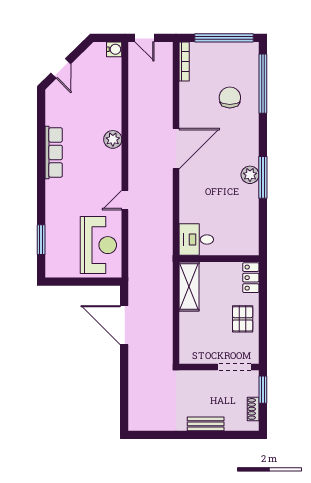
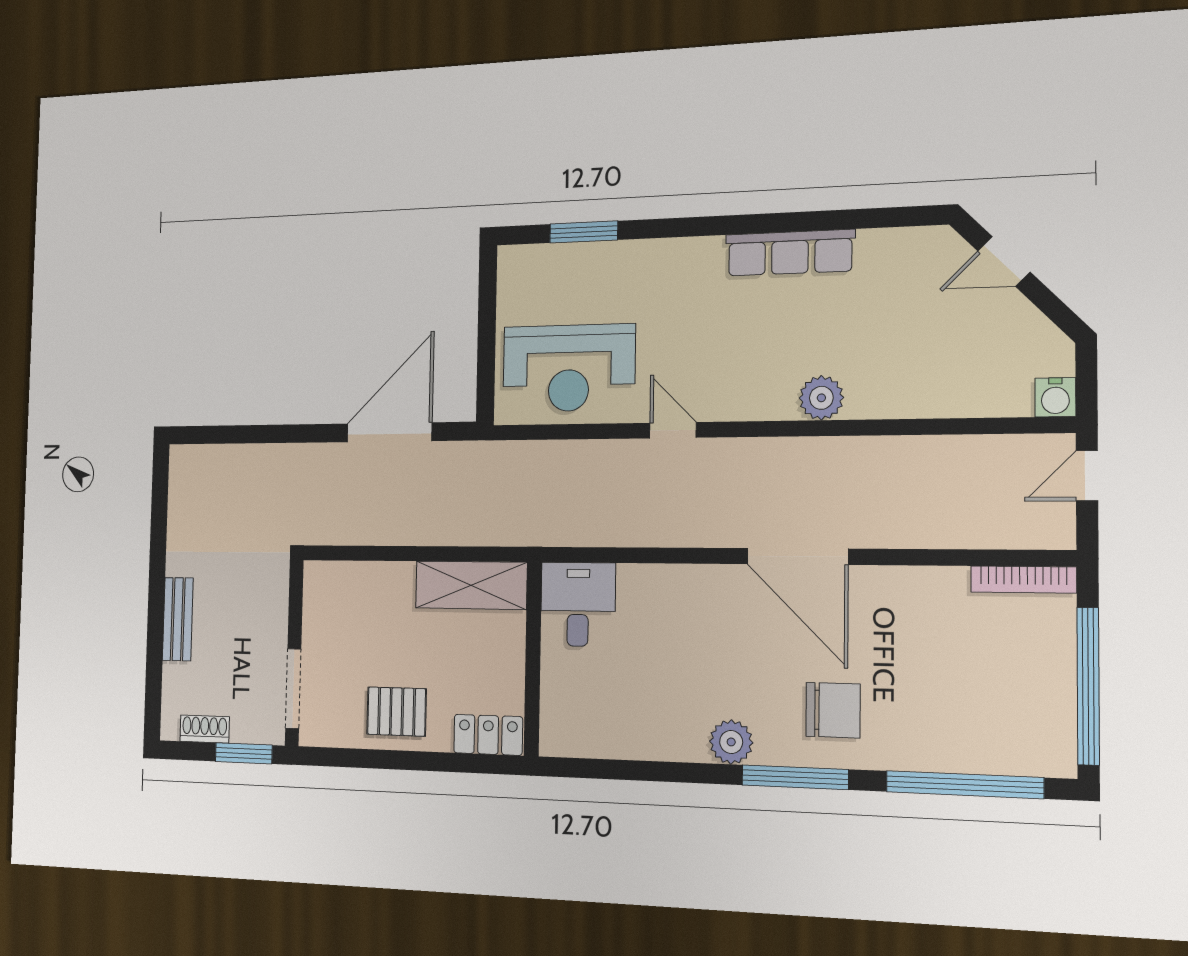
chair: (230, 98) -> (833, 710), moved
window: (263, 177) -> (795, 777), moved

